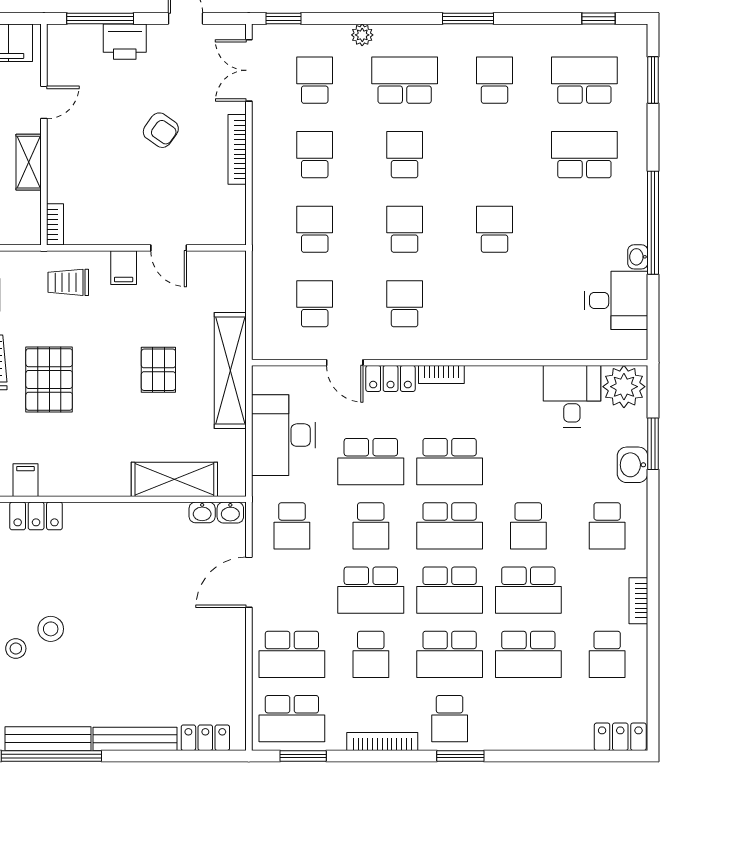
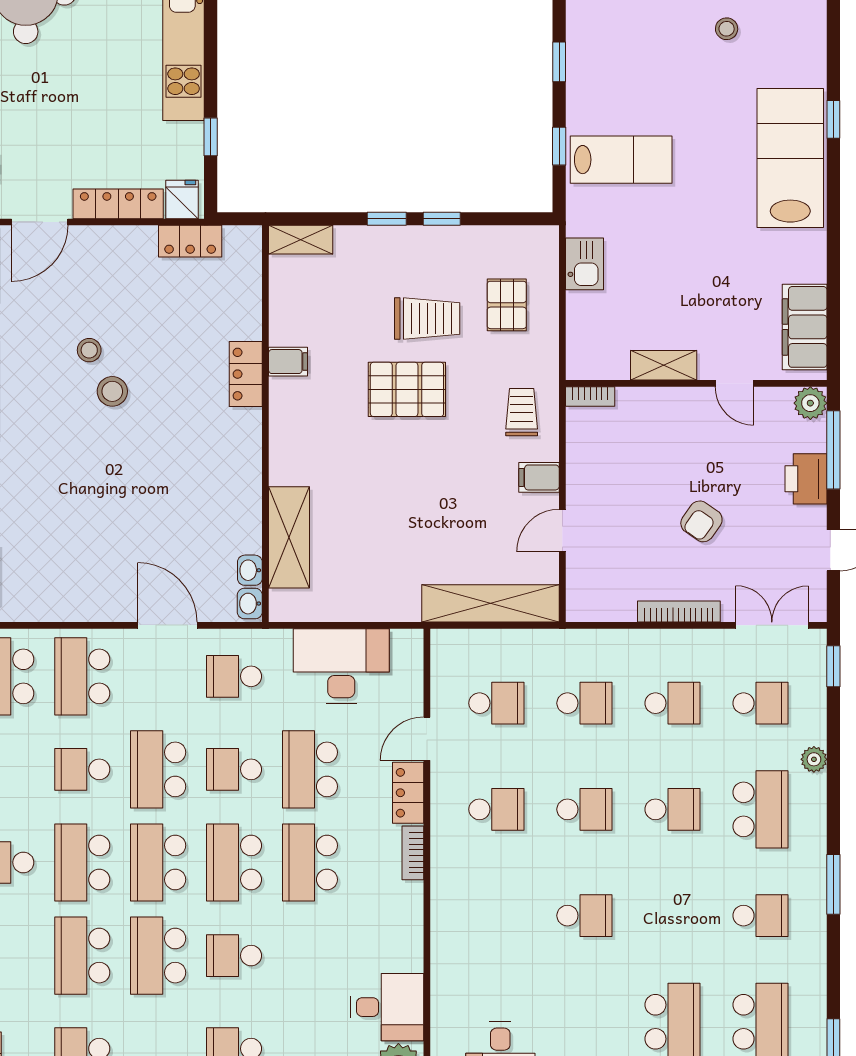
plant: (61, 38) -> (810, 403), added
pallet: (158, 370) -> (418, 519), removed
shelving: (230, 371) -> (490, 603), moved

